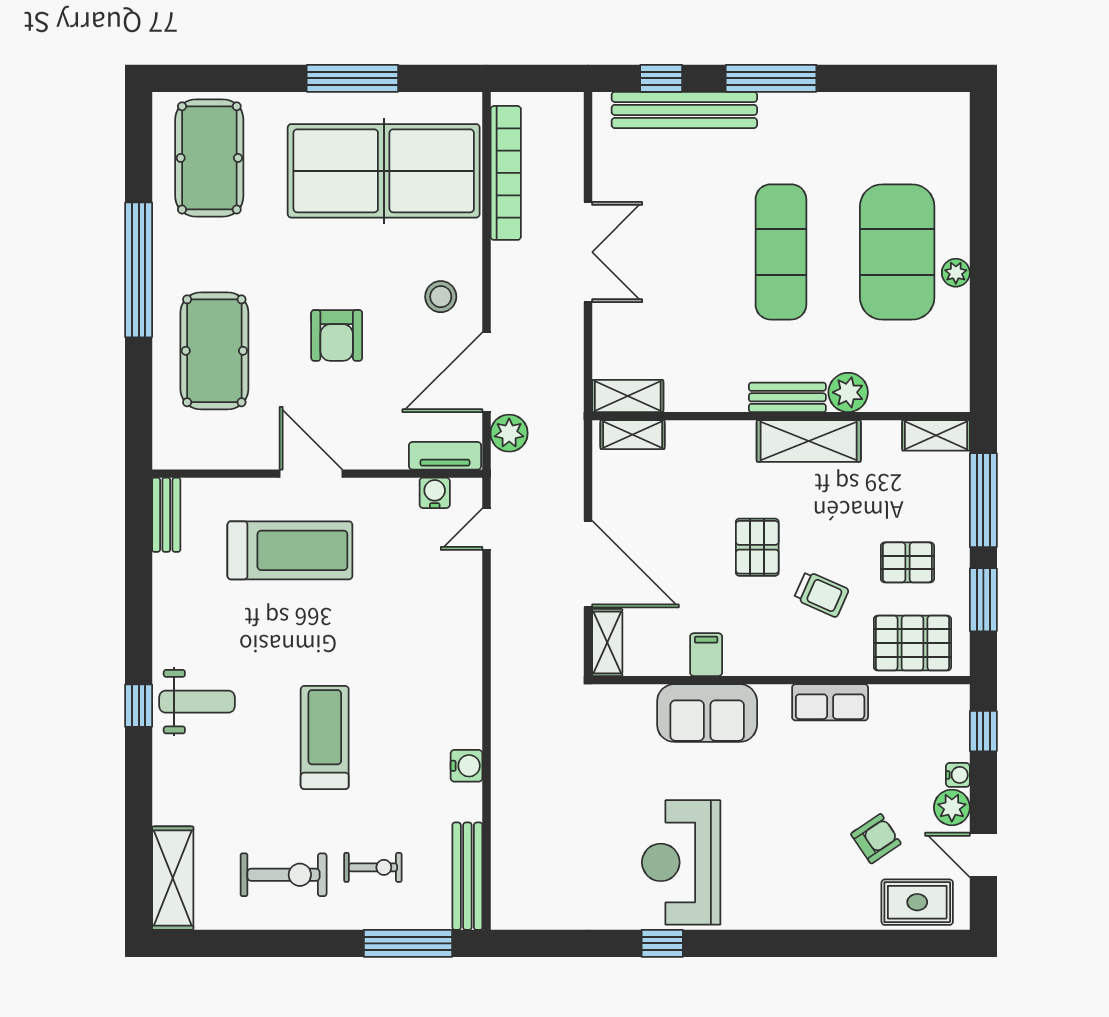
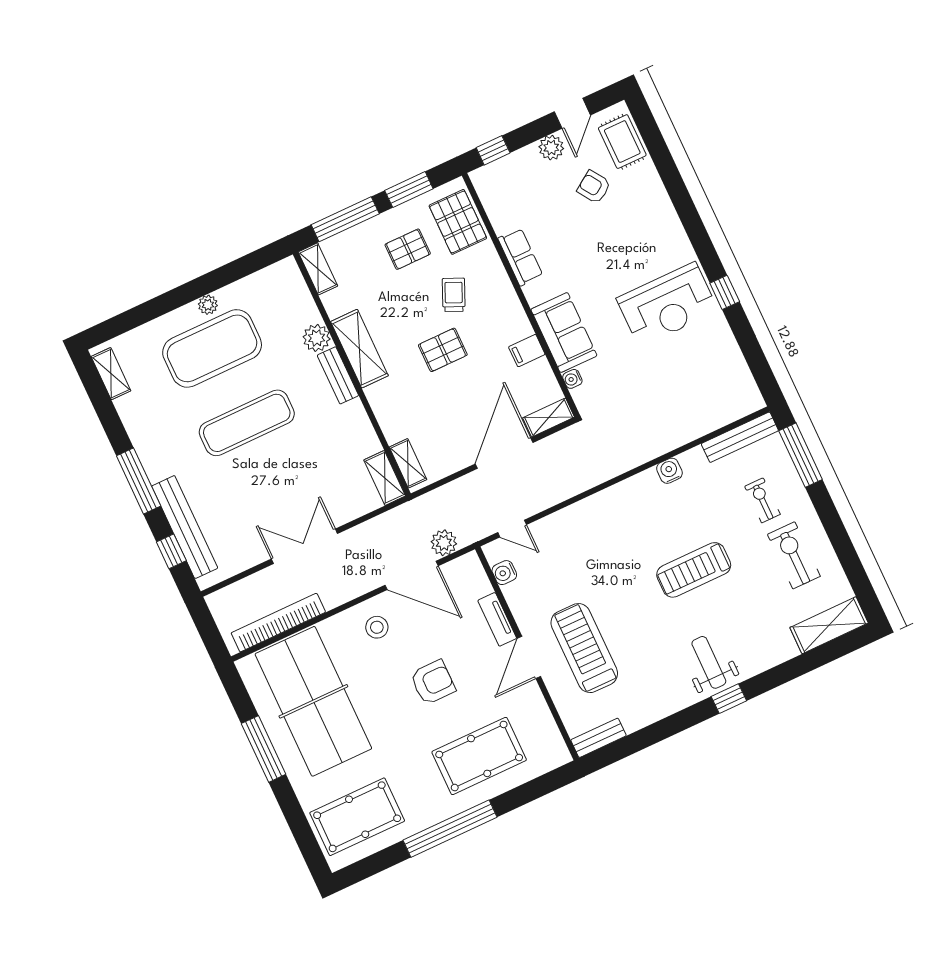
shelving: (925, 107) -> (111, 374), added
tv unit: (445, 456) -> (497, 619), moved
pallet: (907, 562) -> (408, 249), turned 90
water cooler: (958, 775) -> (572, 379), moved, turned -90

